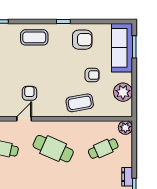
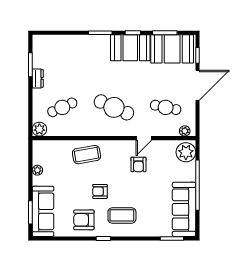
coffee table: (34, 37) -> (122, 215), moved
armchair: (92, 75) -> (100, 191), moved
plant: (123, 92) -> (37, 170), width x0.53, depth x0.53

